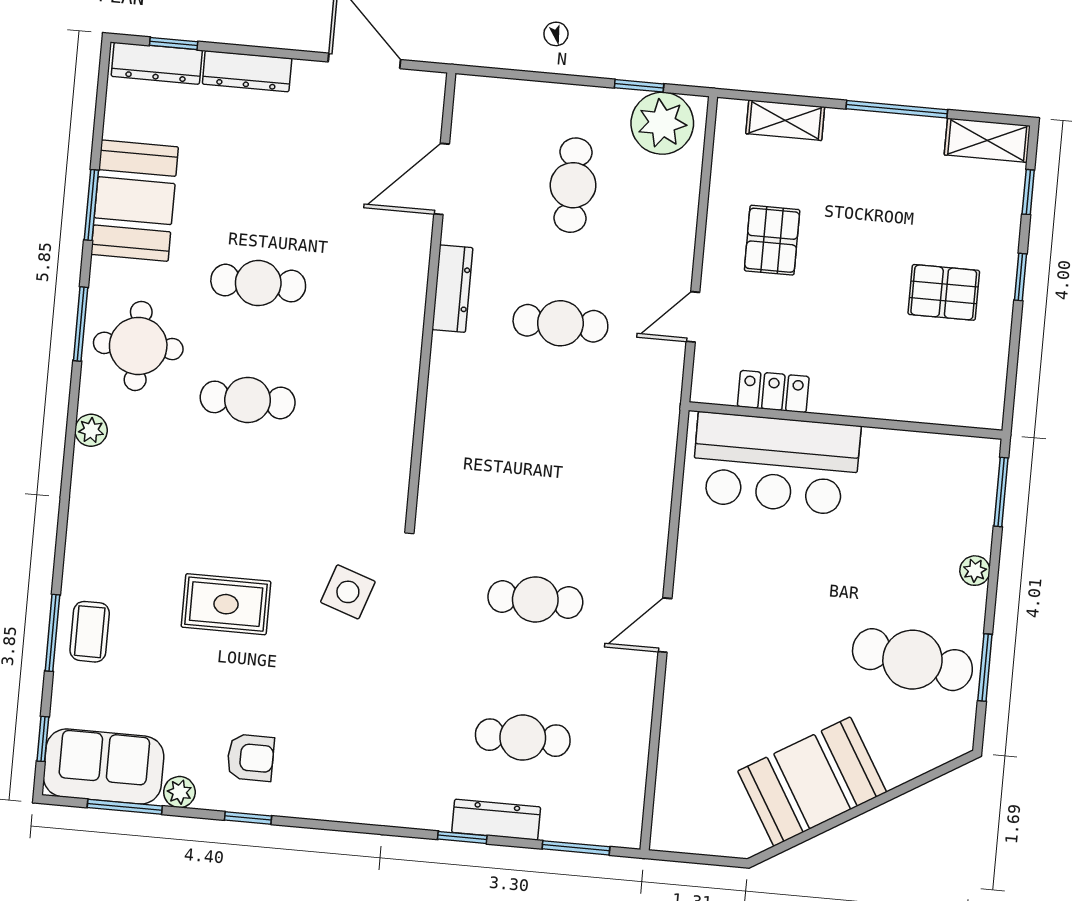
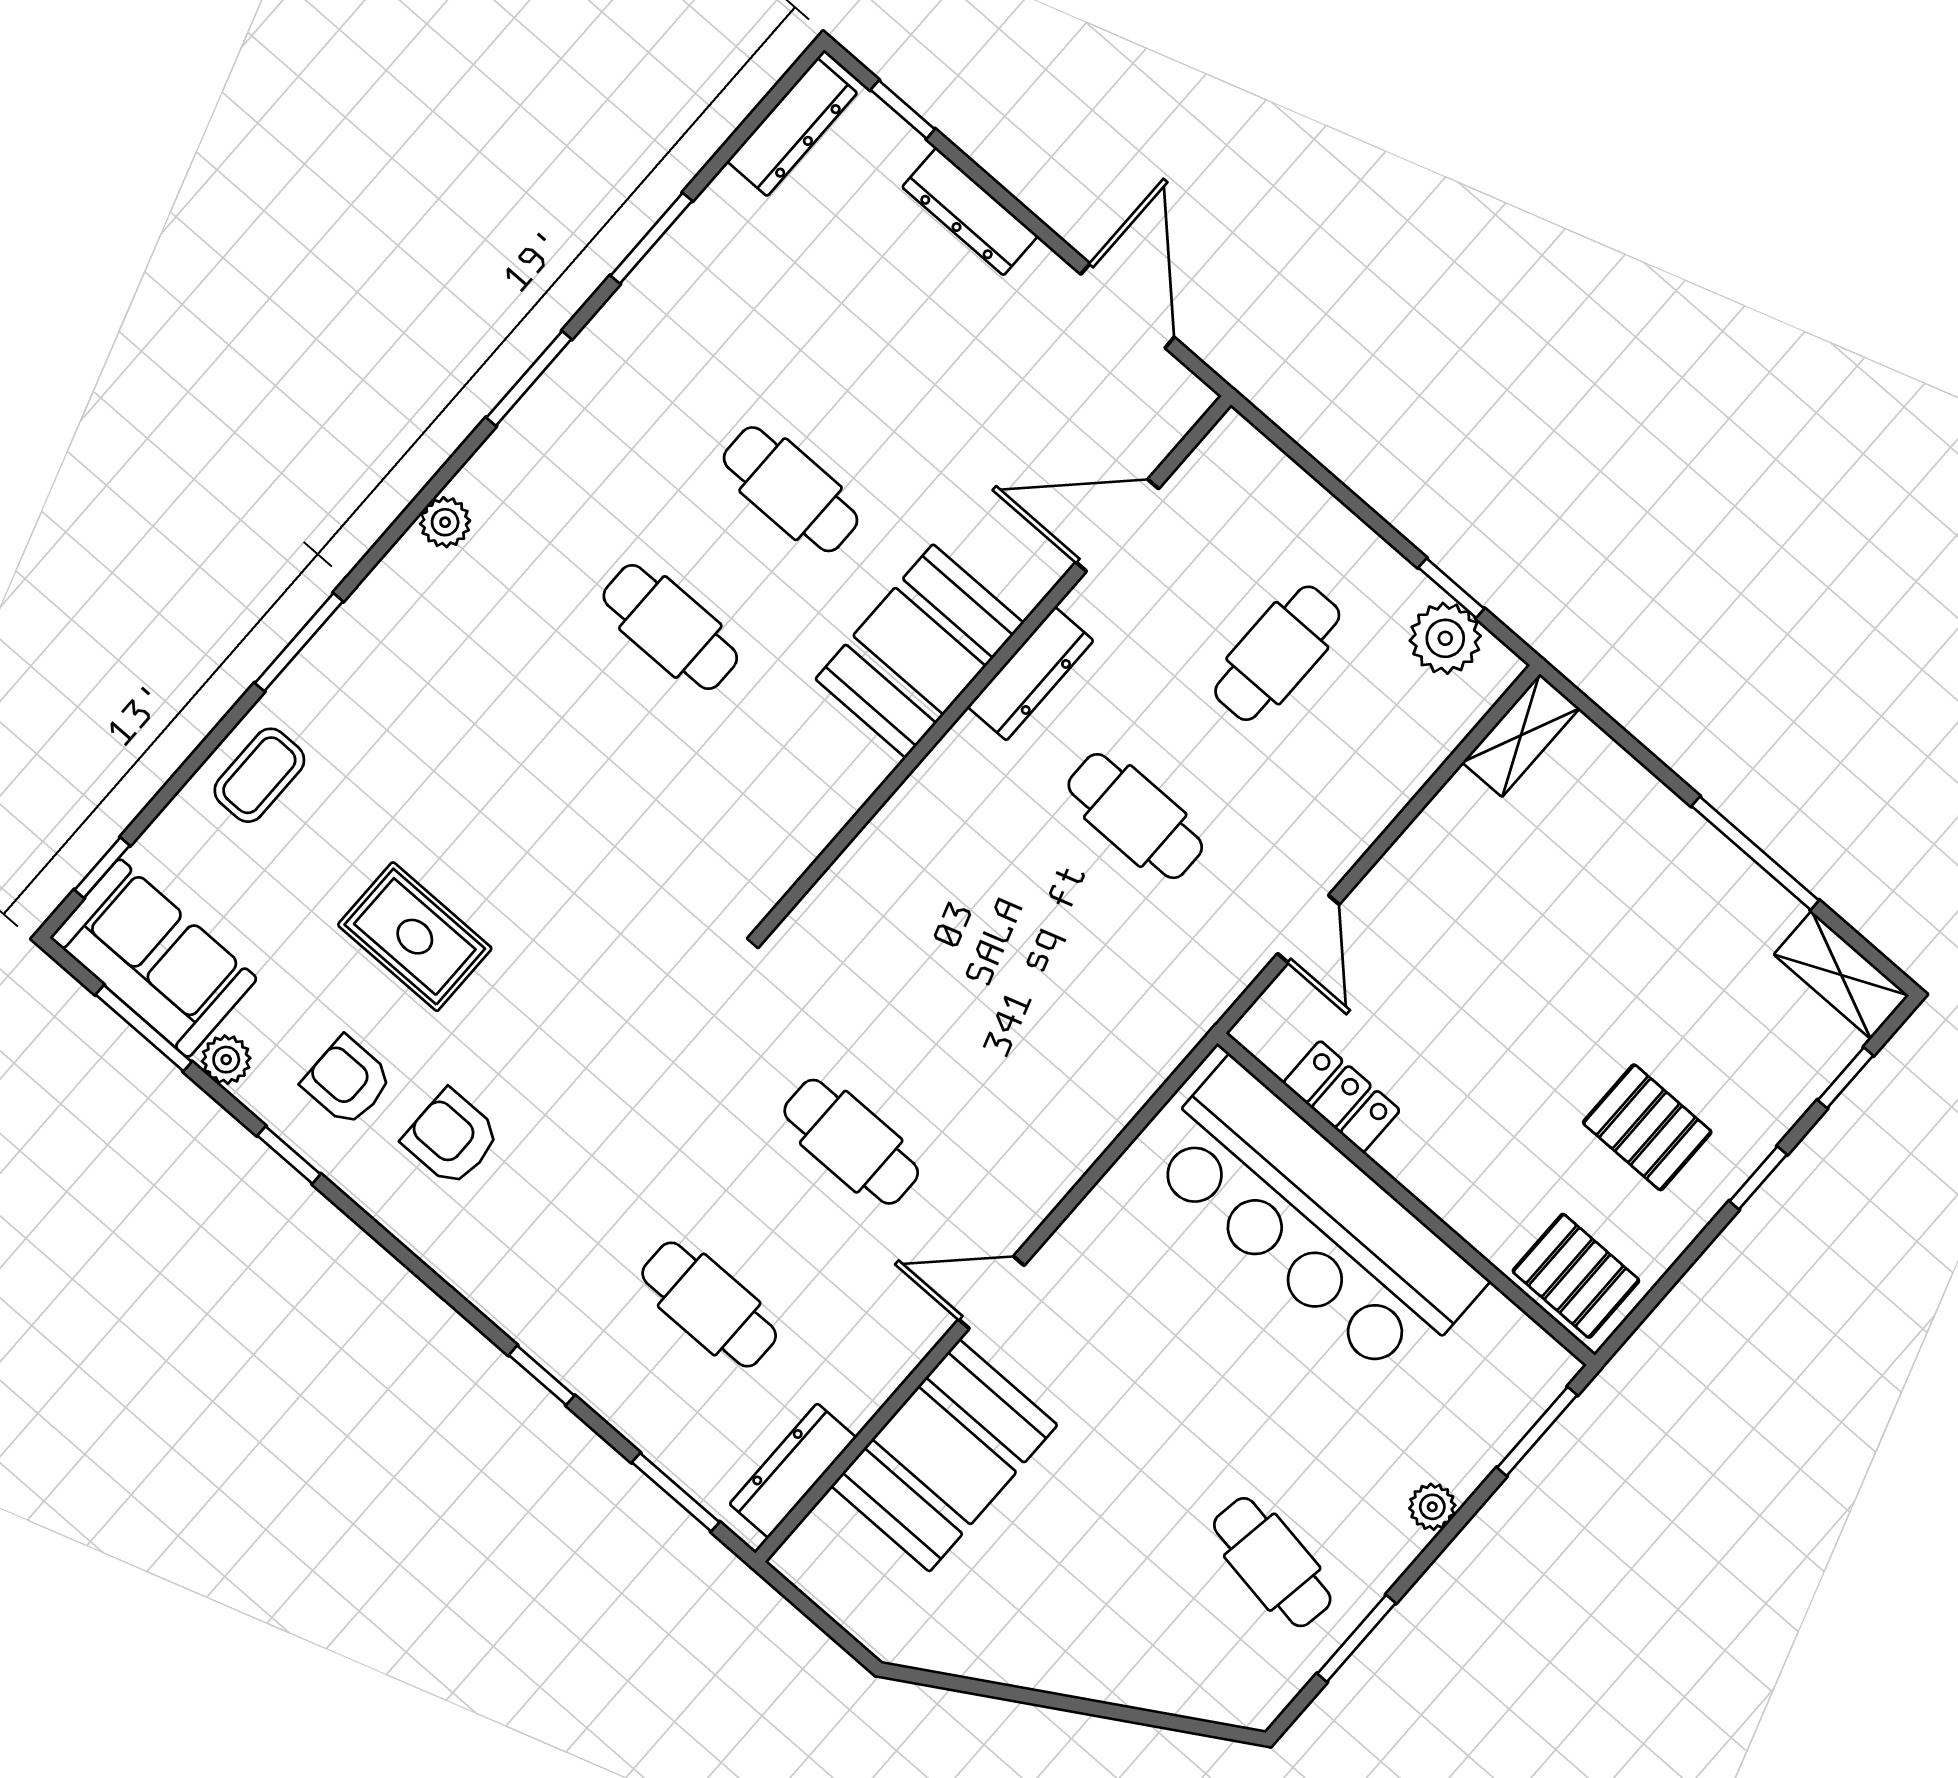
dresser: (157, 63) -> (792, 127), moved, turned -90
shelving: (785, 120) -> (1521, 735), moved, turned 90
plant: (662, 123) -> (1445, 638), width x0.73, depth x0.73
booth: (135, 201) -> (919, 651), moved
pallet: (772, 240) -> (1576, 1276), moved, turned 90
door: (693, 317) -> (1308, 929), swing flipped
round table: (138, 346) -> (582, 459), removed
bar counter: (776, 464) -> (1314, 1220), width x1.36
side table: (348, 592) -> (622, 961), removed
rug: (226, 604) -> (415, 937), moved
window: (52, 633) -> (299, 642), moved
cafe table: (912, 660) -> (1272, 1562), width x0.73, depth x0.74
armchair: (326, 748) -> (451, 1138), added
armchair: (250, 758) -> (347, 1081), turned 180
booth: (812, 782) -> (944, 1455), moved, turned -59
dresser: (496, 820) -> (793, 1471), moved, turned -90

